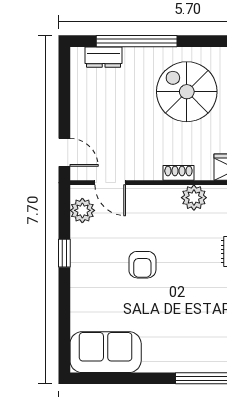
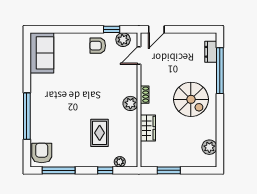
spiral stairs: (187, 92) -> (191, 99), turned 90
window: (64, 253) -> (112, 29), moved
armchair: (142, 265) -> (98, 46), moved

